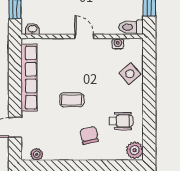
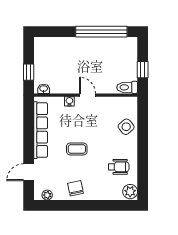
water cooler: (118, 44) -> (69, 101), moved
chair: (89, 135) -> (76, 188), moved

